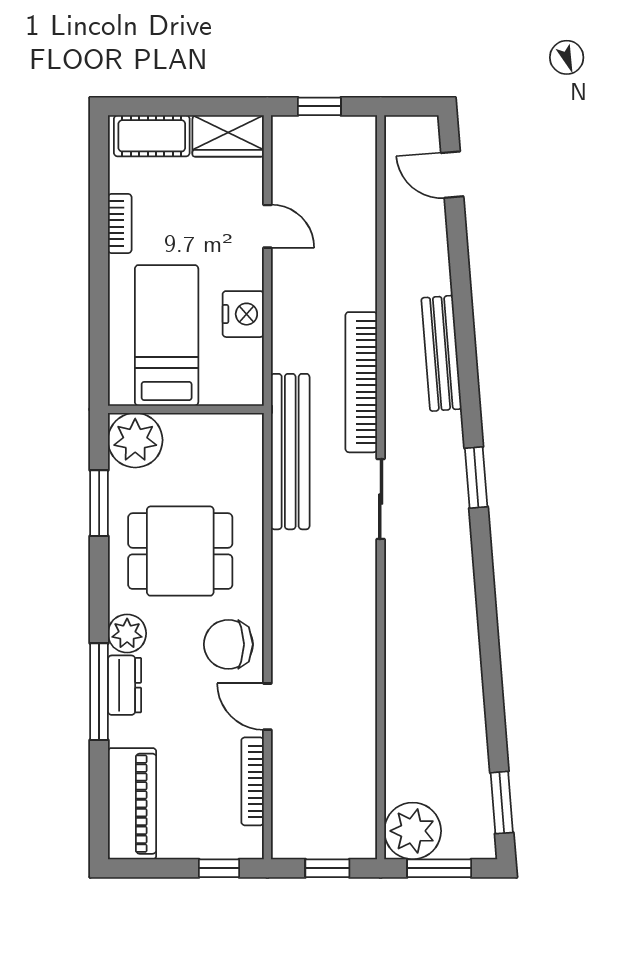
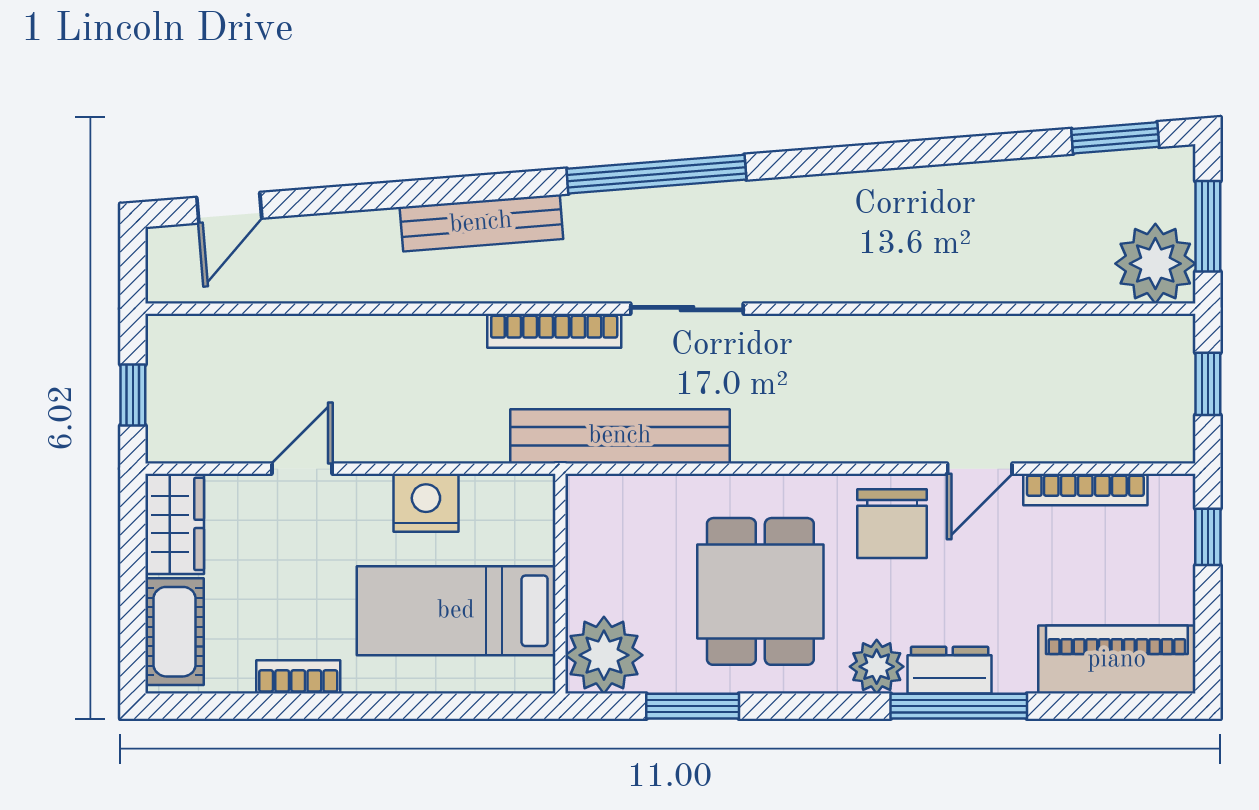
bookcase: (361, 382) -> (554, 331), width x0.68, depth x0.76
window: (476, 477) -> (656, 174), width x2.11

